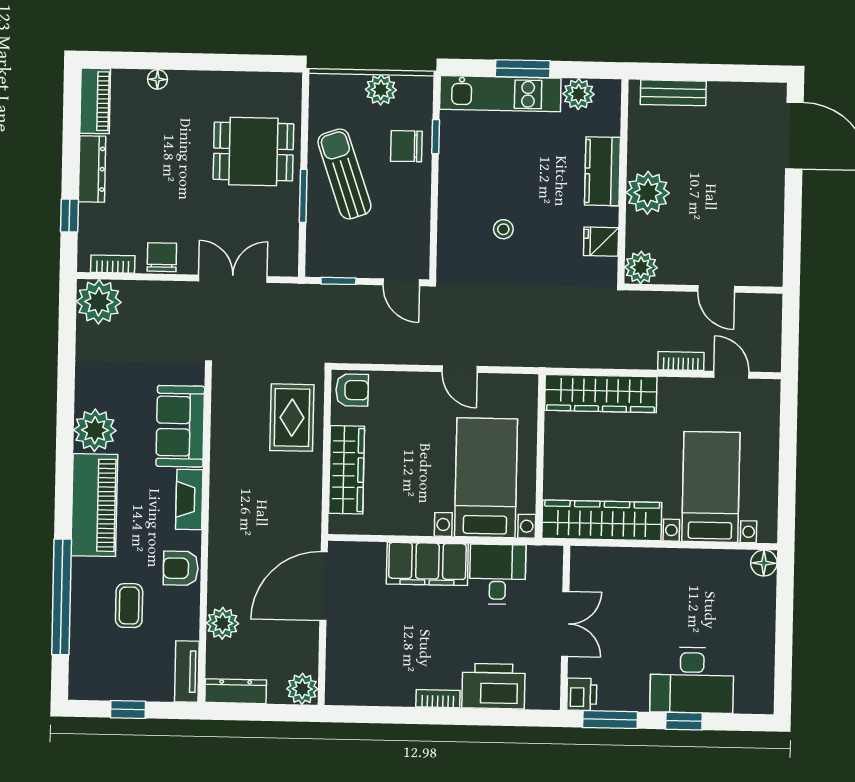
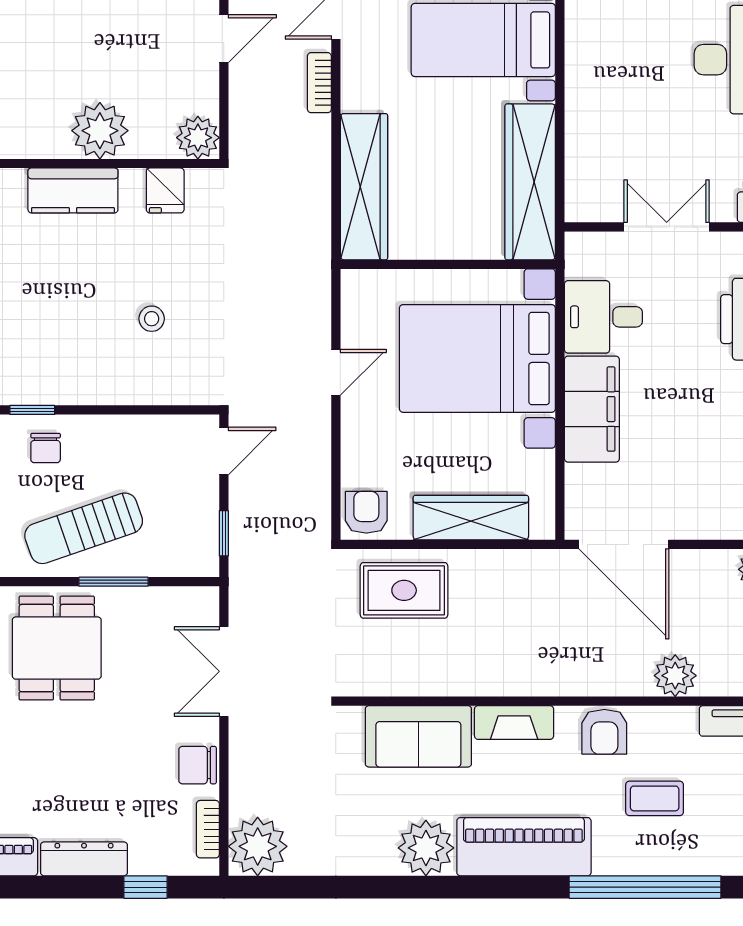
chair: (406, 146) -> (46, 448), width x0.73, depth x0.73
bed with nightstands: (486, 478) -> (477, 358), width x1.36

